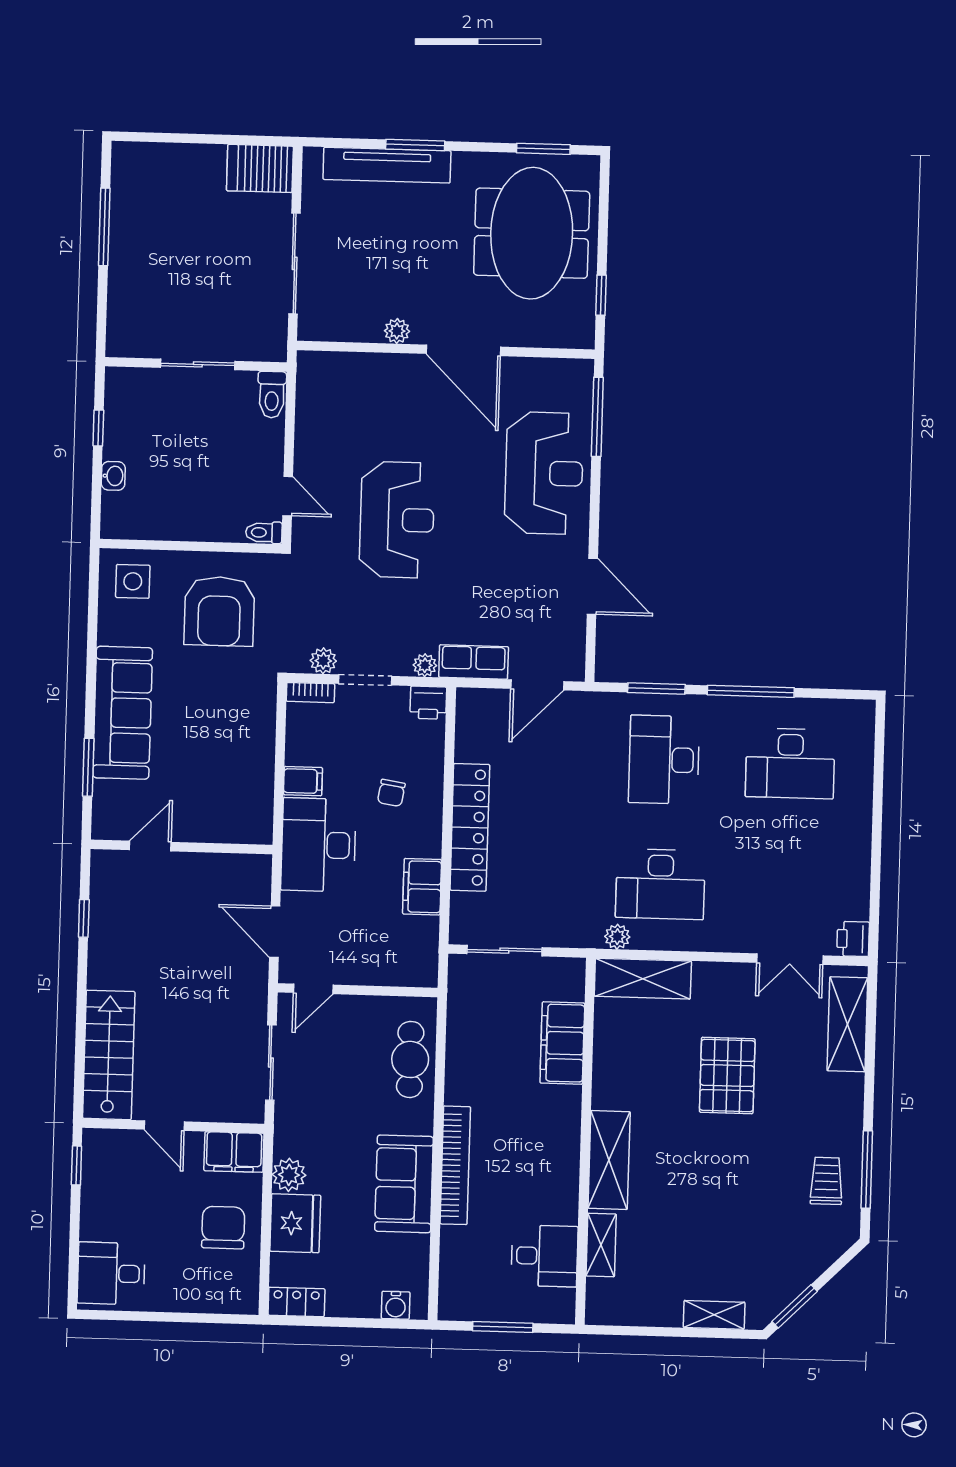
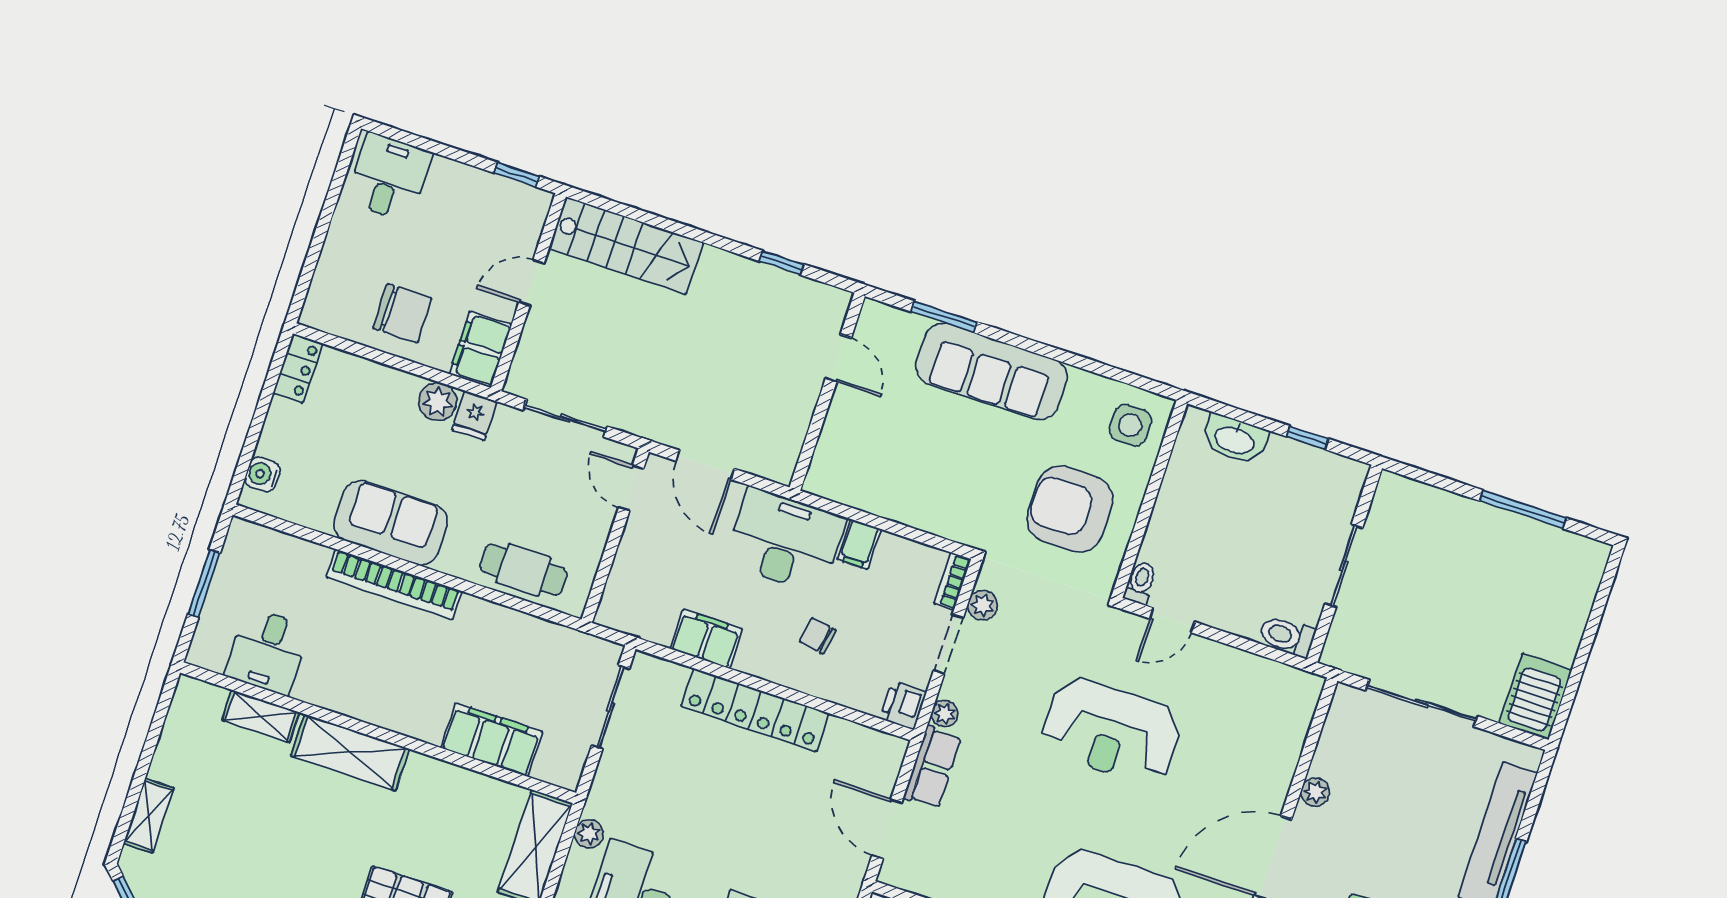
washbasin: (113, 476) -> (1235, 439), width x1.91, depth x1.45
door: (275, 932) -> (705, 465), swing flipped
fridge: (295, 1223) -> (474, 415), moved, width x0.53, depth x0.75

